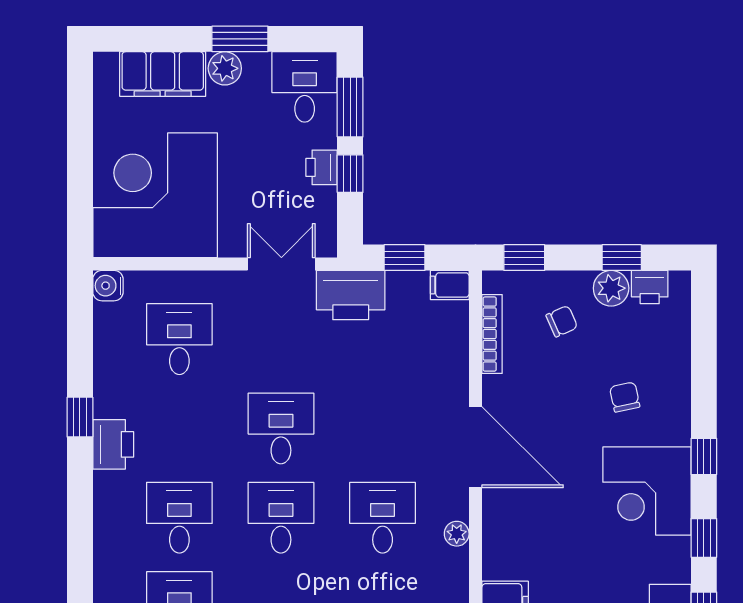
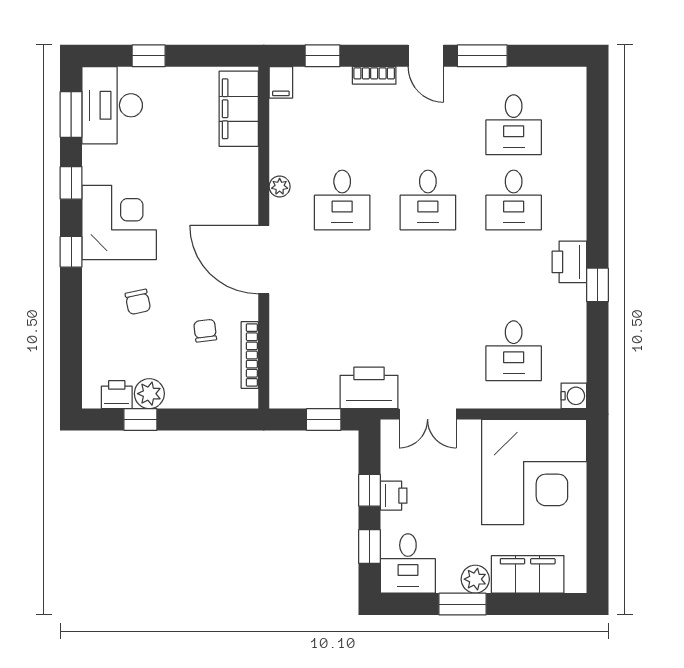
window: (350, 107) -> (370, 547), width x0.67
window: (524, 258) -> (223, 419), removed
filing cabinet: (450, 285) -> (286, 396), removed
chair: (562, 321) -> (205, 331), moved, turned 107
desk: (281, 428) -> (428, 275), removed

